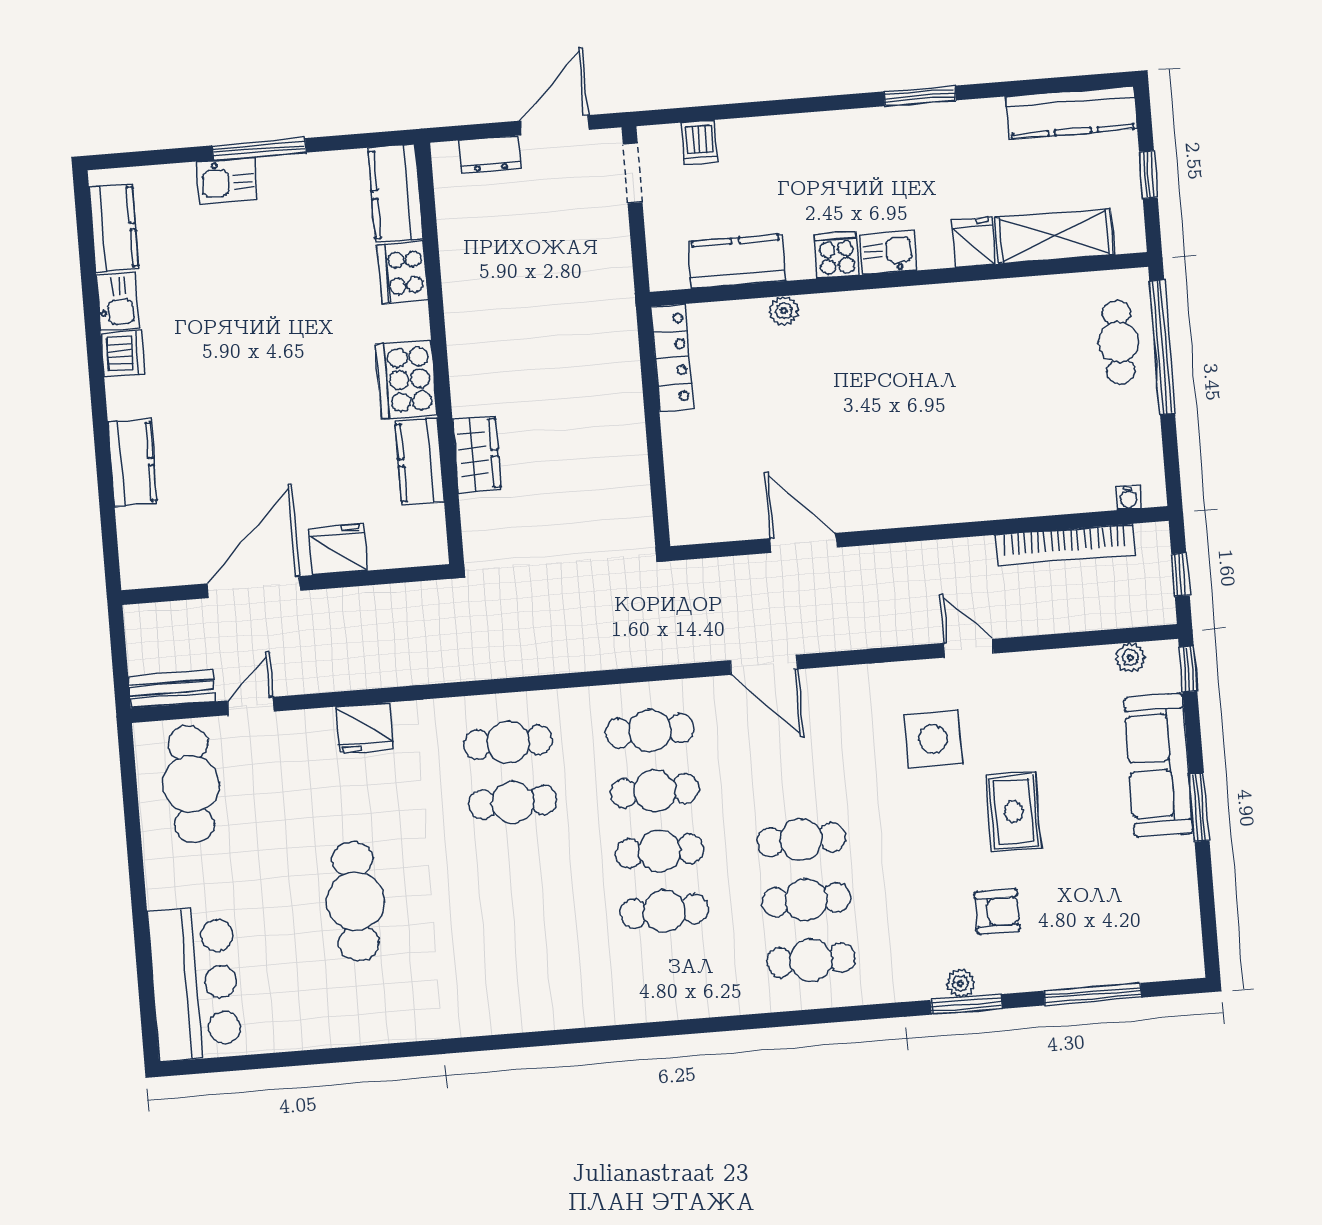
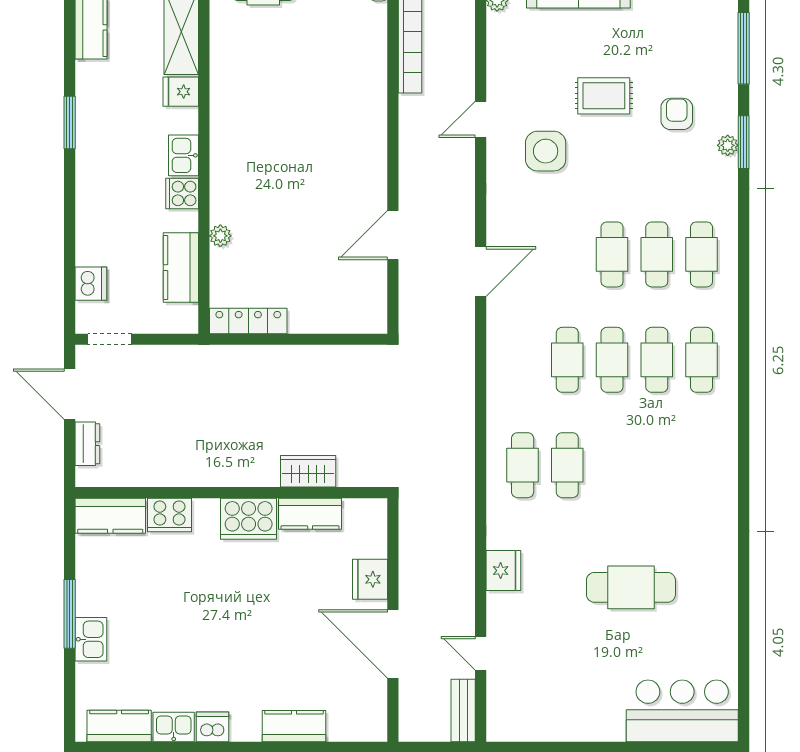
dishwasher: (699, 142) -> (91, 284), width x1.38
cafe table: (650, 731) -> (701, 360), moved
cafe table: (191, 784) -> (535, 702), removed

